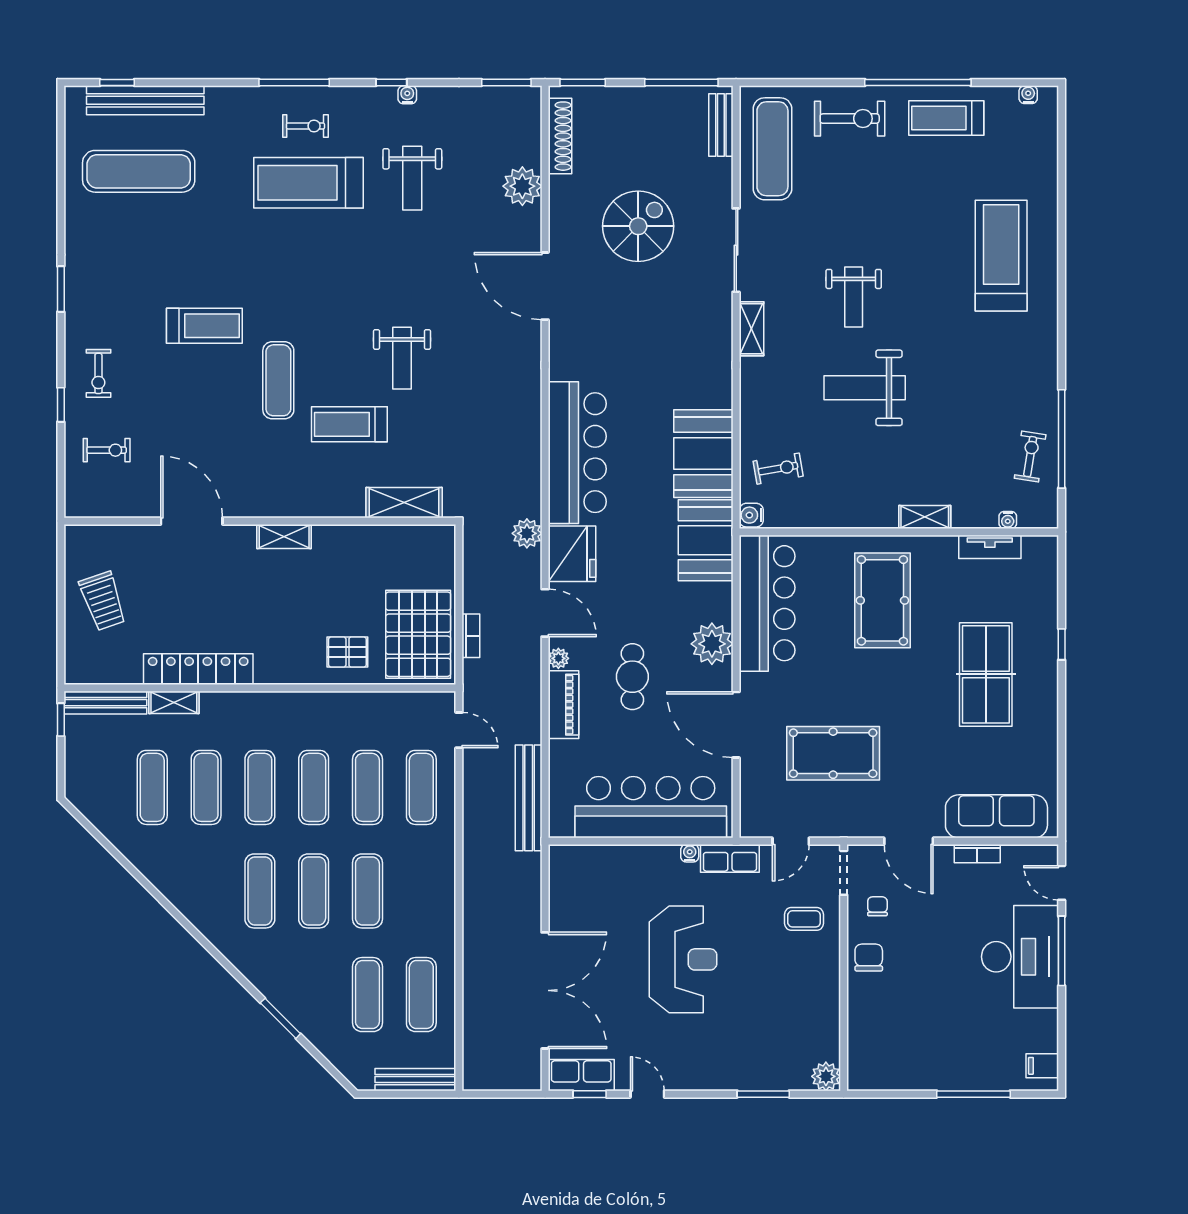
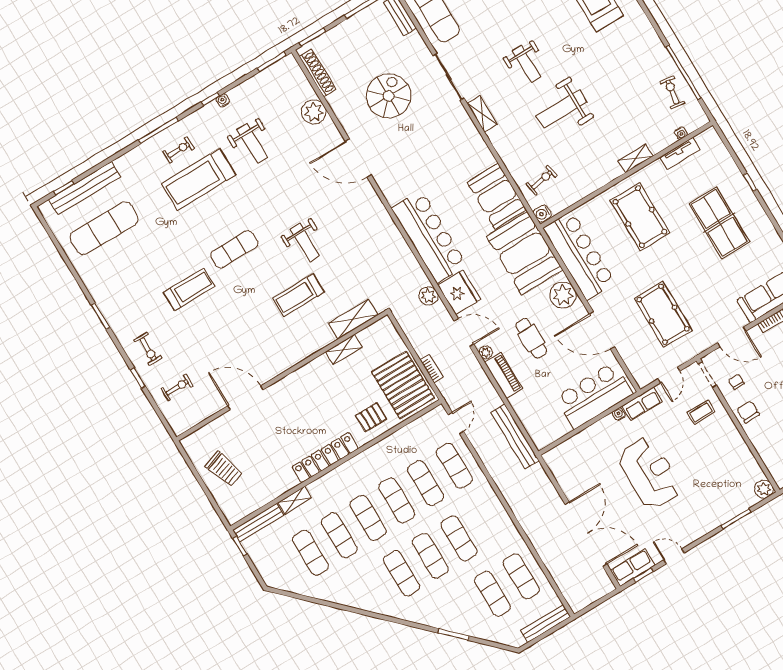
exercise mat: (278, 380) -> (234, 249), moved, turned 90
shelving: (284, 536) -> (344, 349), moved
booth: (706, 540) -> (525, 253), width x1.36, depth x1.42
locker: (198, 669) -> (325, 458), moved
door: (459, 730) -> (456, 423), hinge flipped
pool table: (833, 753) -> (663, 314), turned 90
bar counter: (651, 807) -> (594, 396), width x0.73

